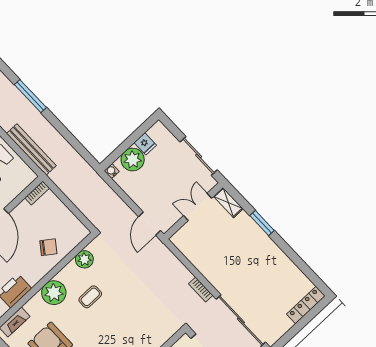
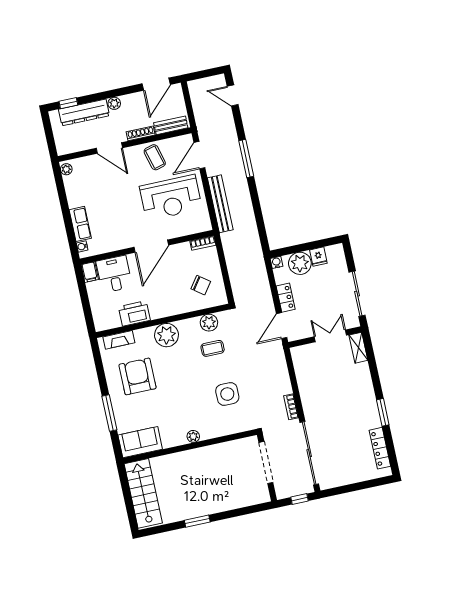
locker: (138, 197) -> (286, 298), added
window: (262, 223) -> (383, 412), moved
chair: (48, 247) -> (201, 285), moved
coffee table: (90, 297) -> (213, 348), moved
locker: (306, 305) -> (380, 448), moved, turned -90
side table: (138, 312) -> (227, 394), added

